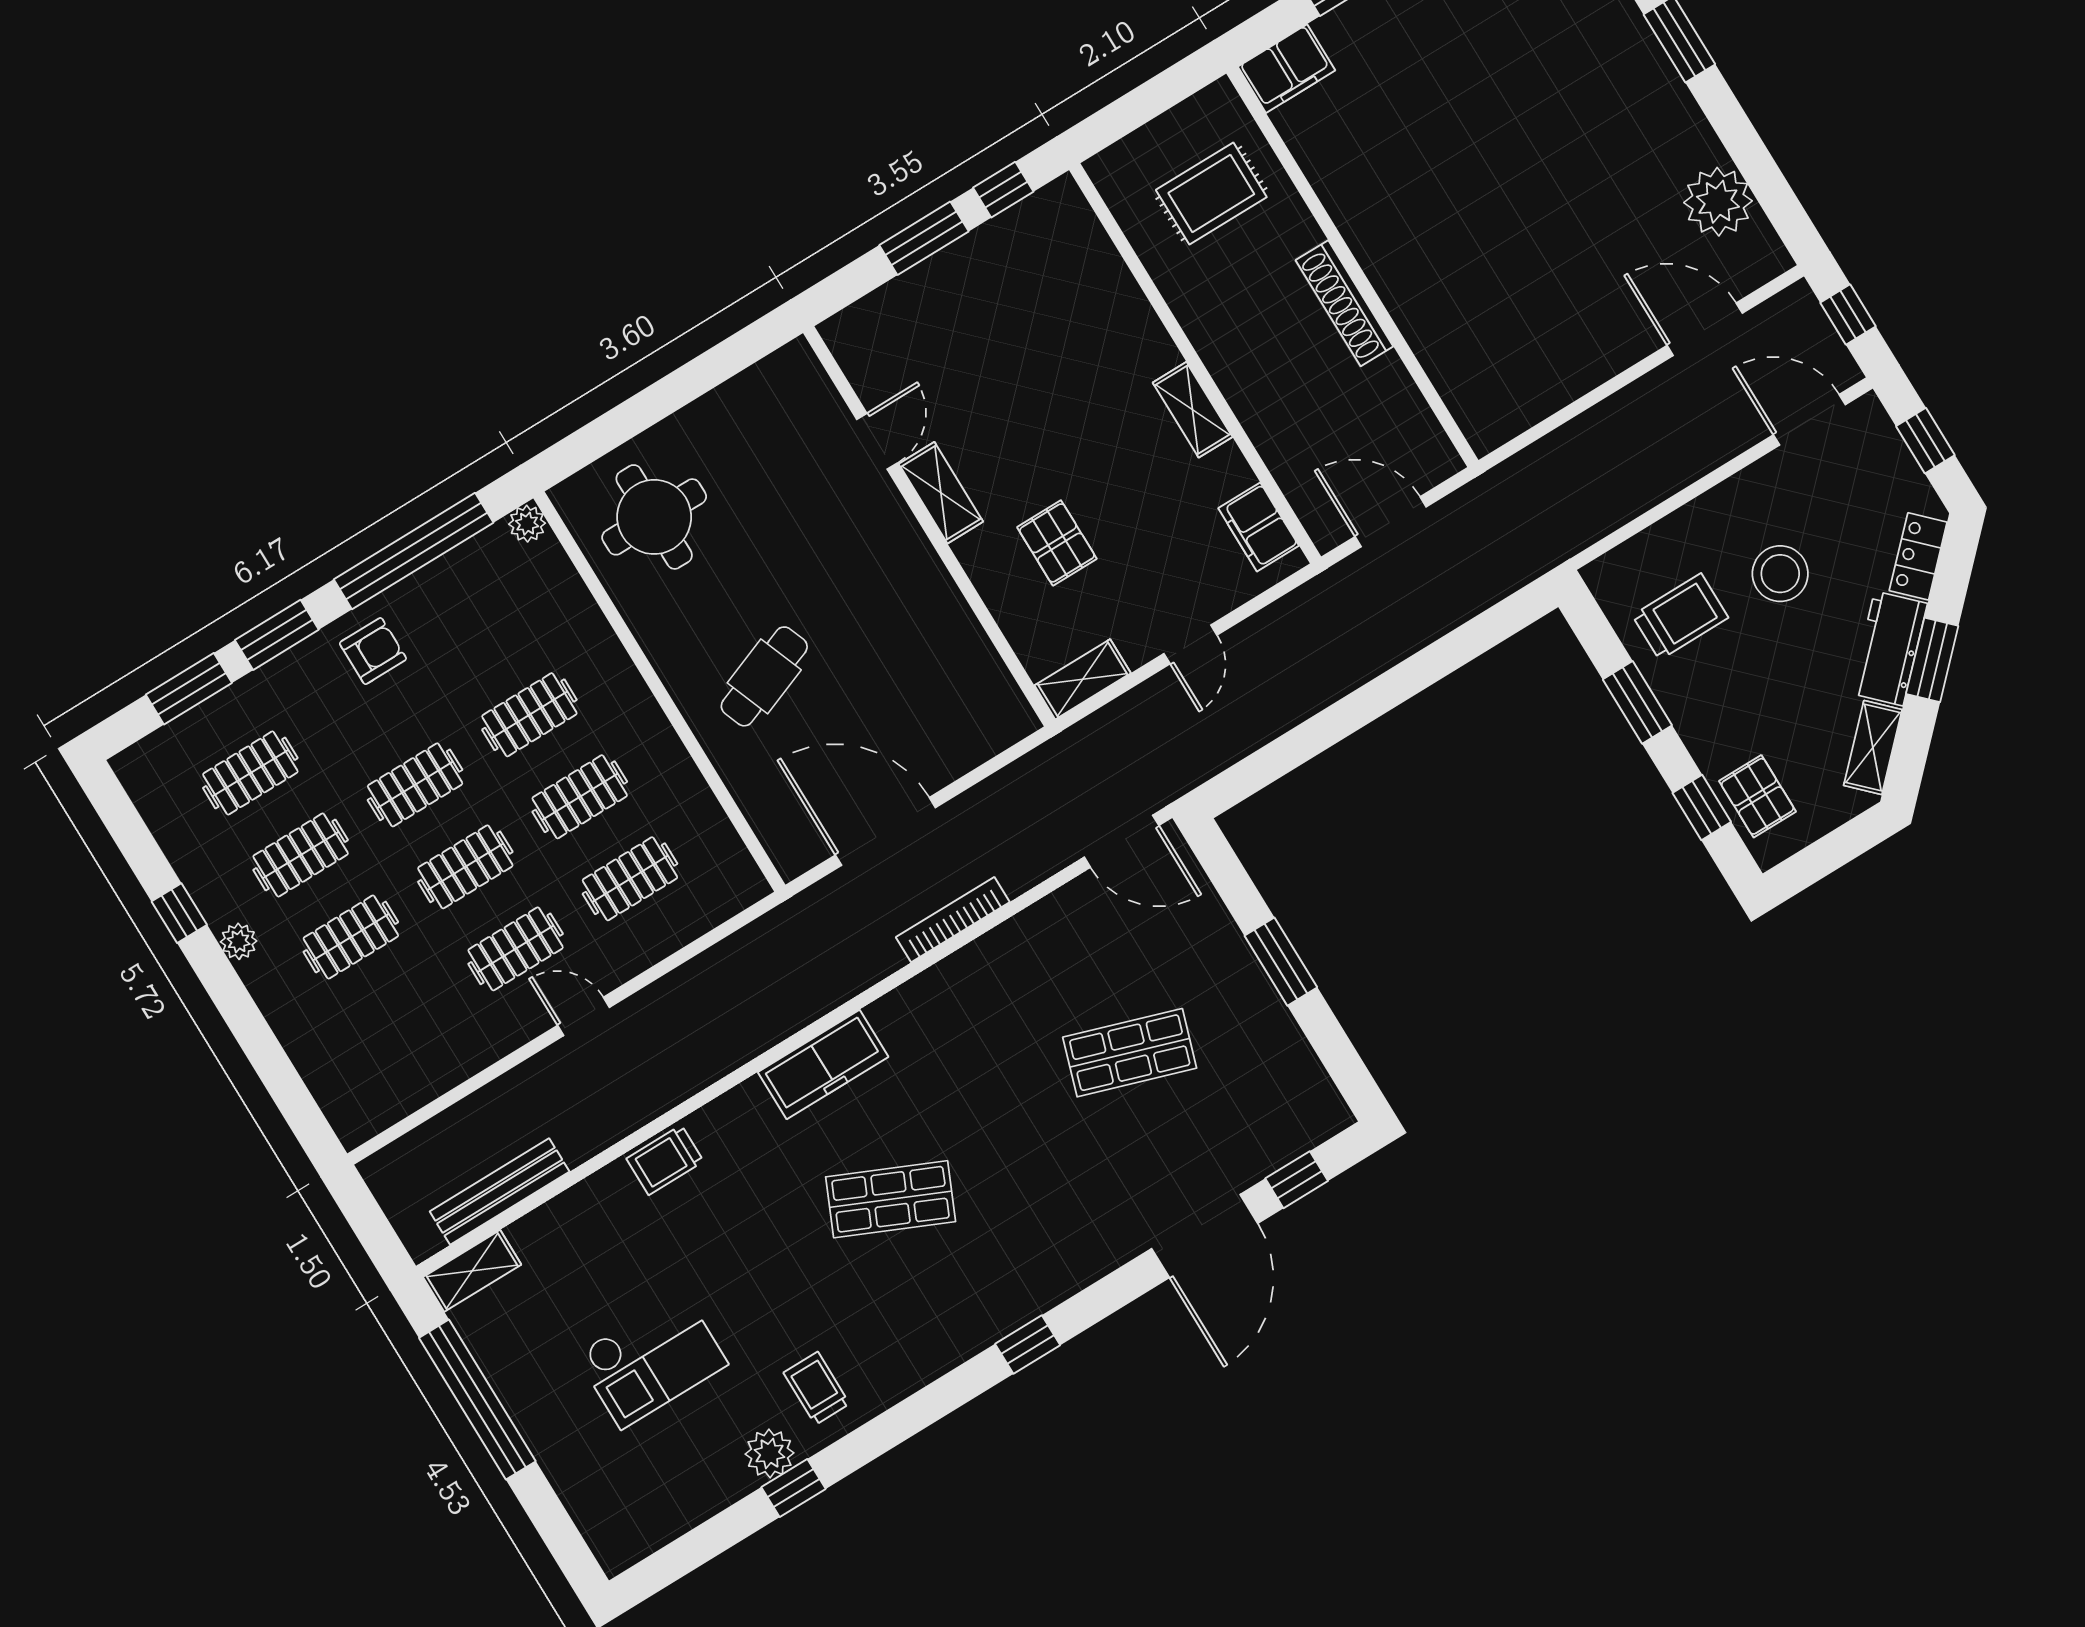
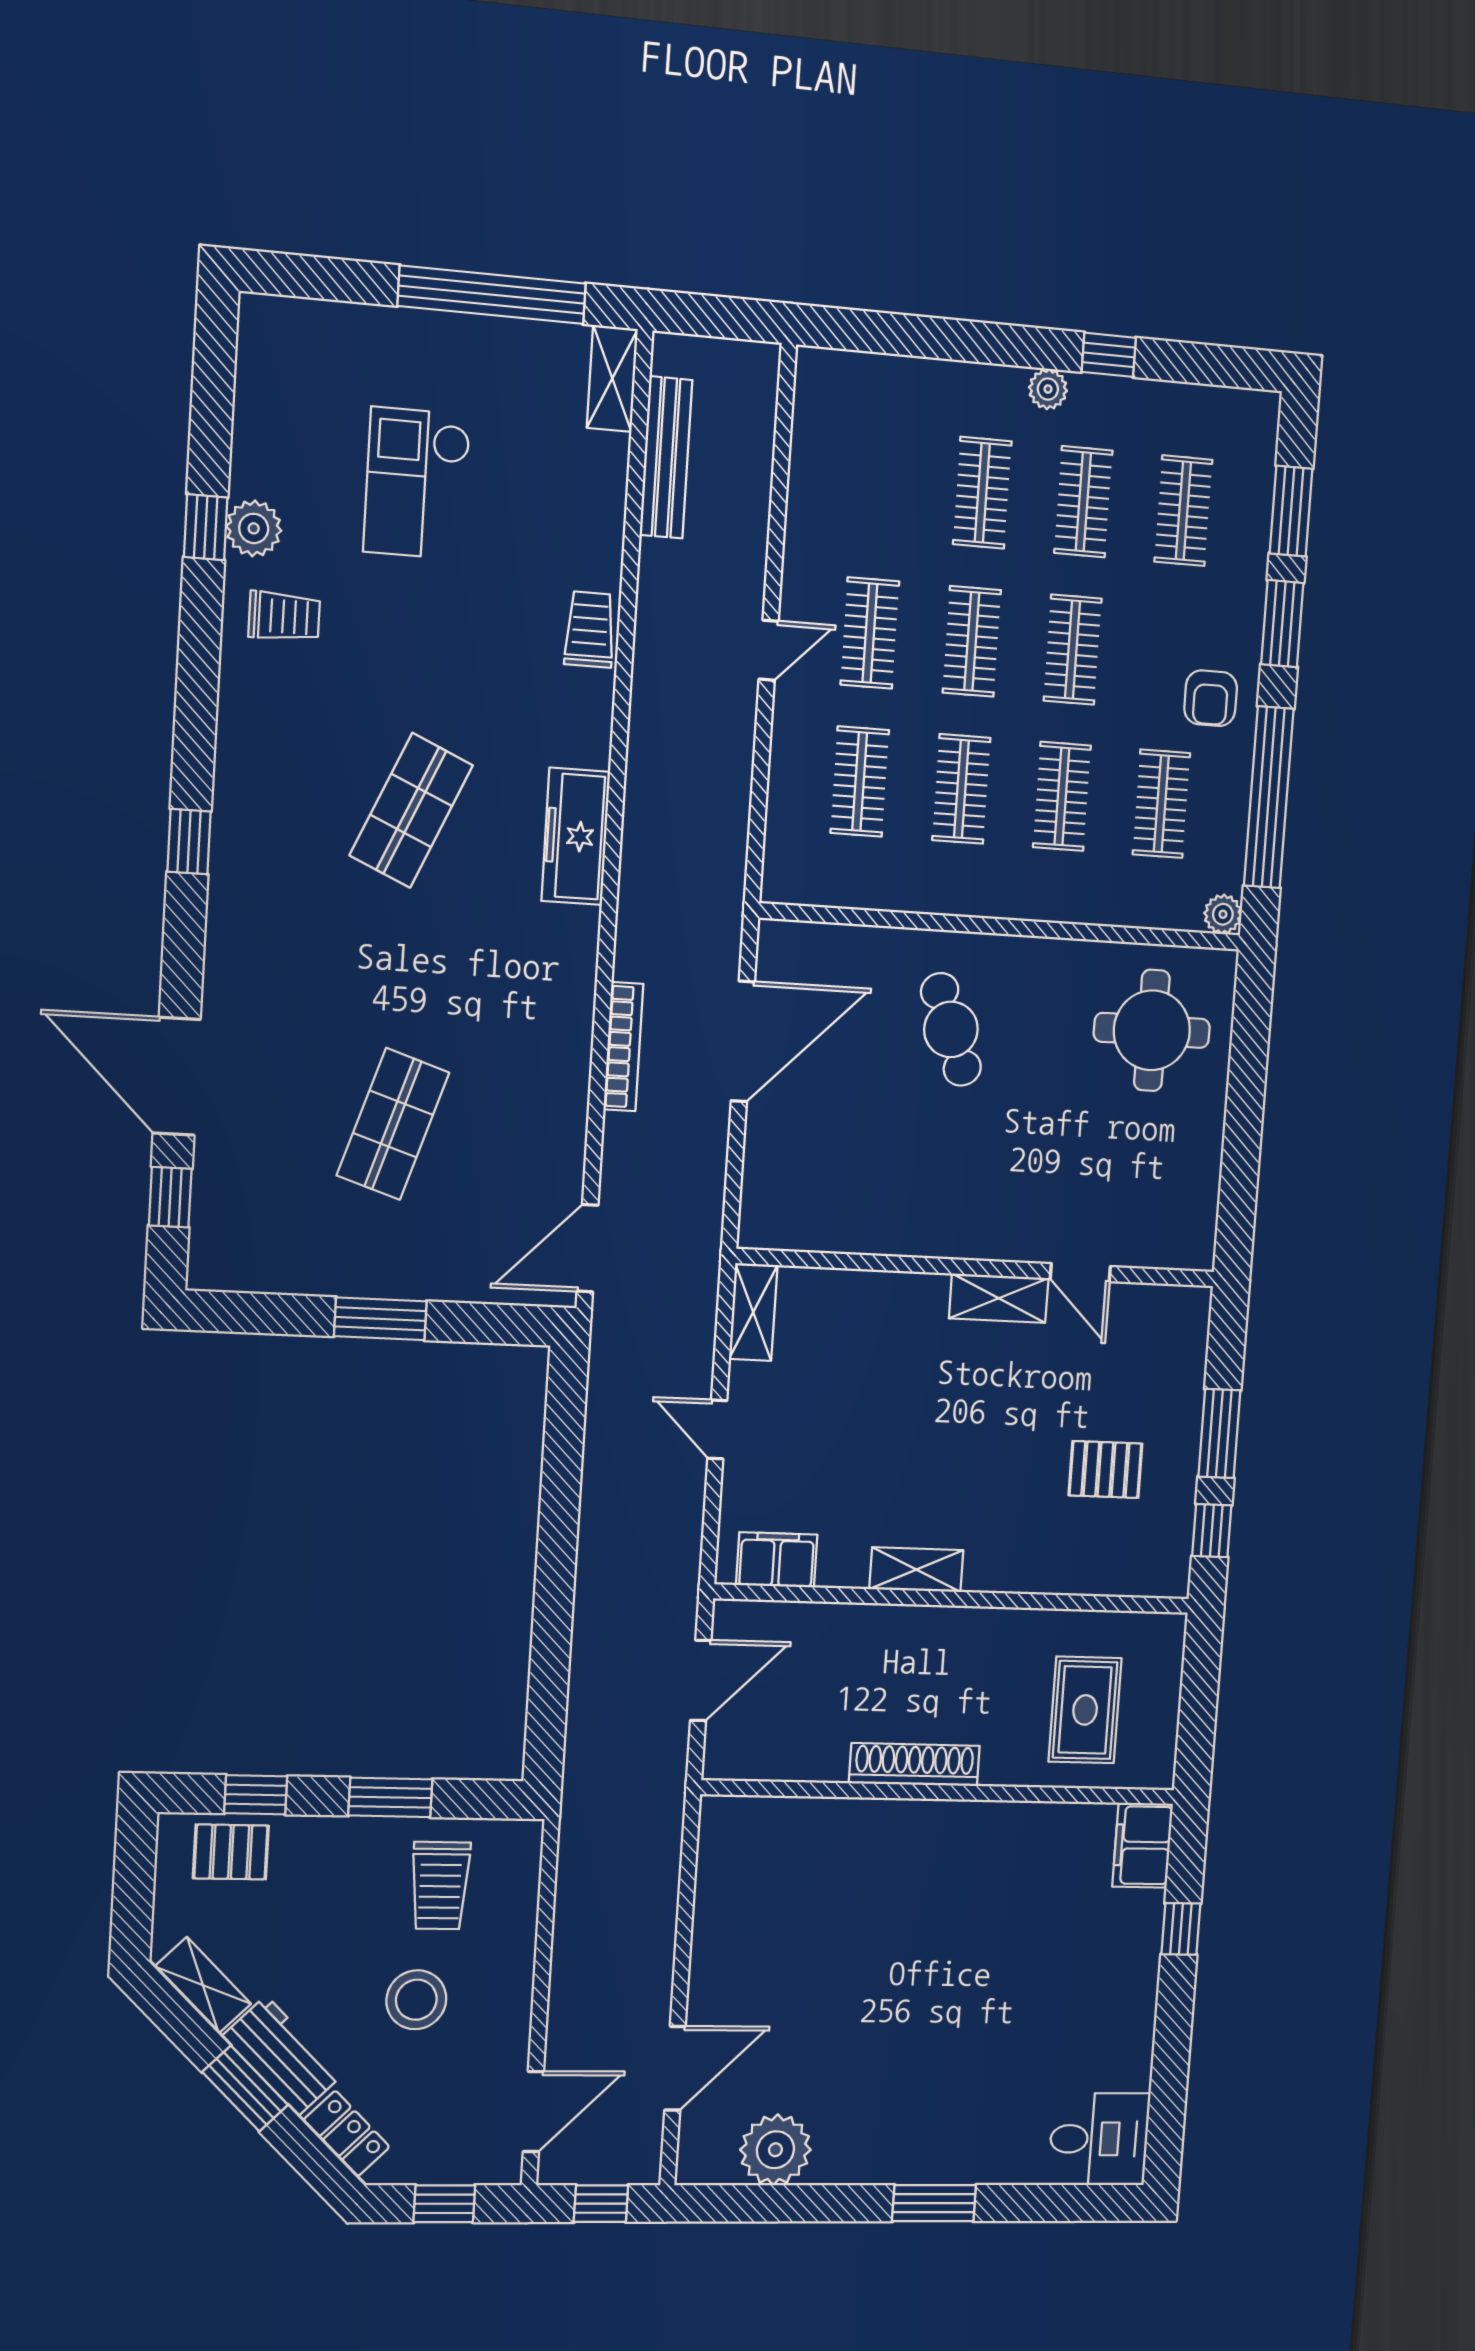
pallet: (1057, 543) -> (1105, 1469), moved
clothes rail: (479, 633) -> (1161, 804), added

